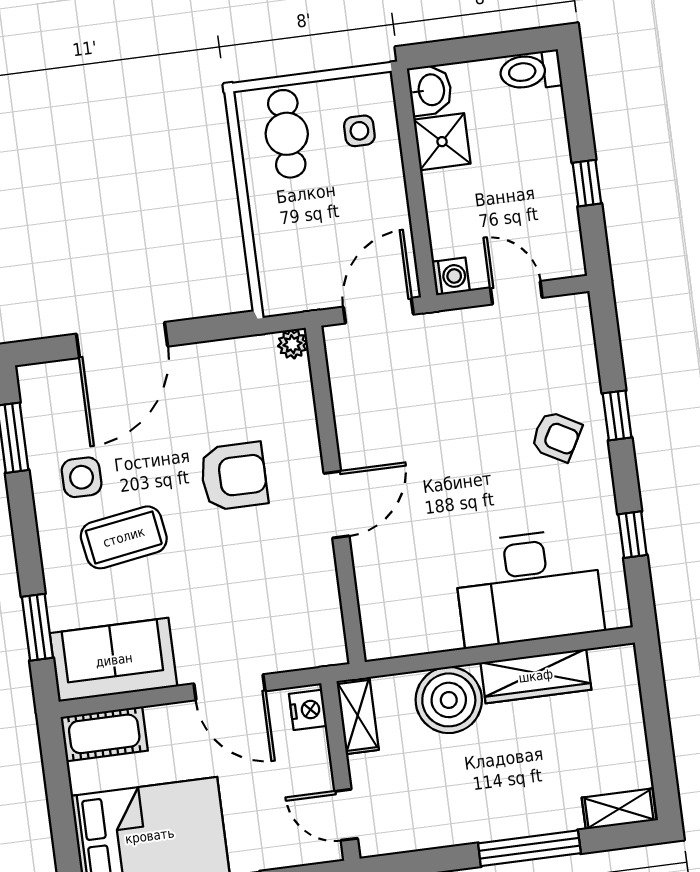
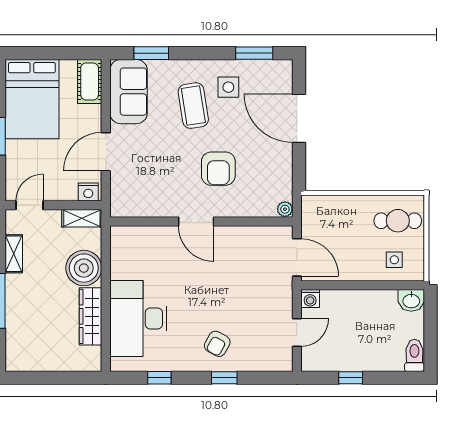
shower: (442, 142) -> (383, 303), removed
shelving: (619, 809) -> (14, 254), moved

